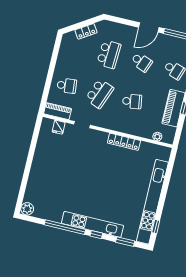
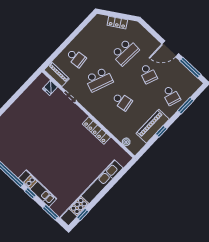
kitchen unit: (92, 224) -> (38, 188), width x0.73

